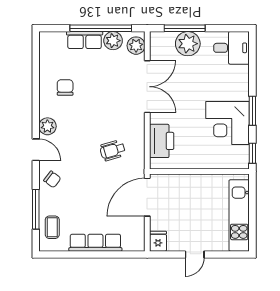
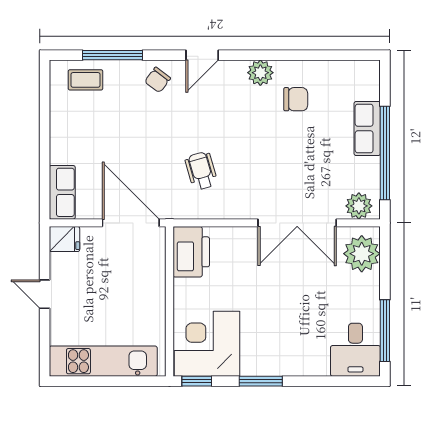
window: (185, 28) -> (385, 331), moved
plant: (113, 41) -> (366, 171), removed
plant: (188, 44) -> (362, 254), moved
corner desk: (228, 123) -> (207, 344), moved
plant: (47, 126) -> (260, 73), moved
printer: (162, 141) -> (191, 252), moved, turned -90
row of seats: (95, 243) -> (62, 192), moved, width x0.68

